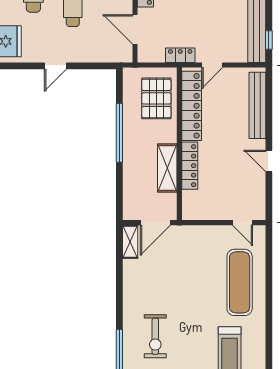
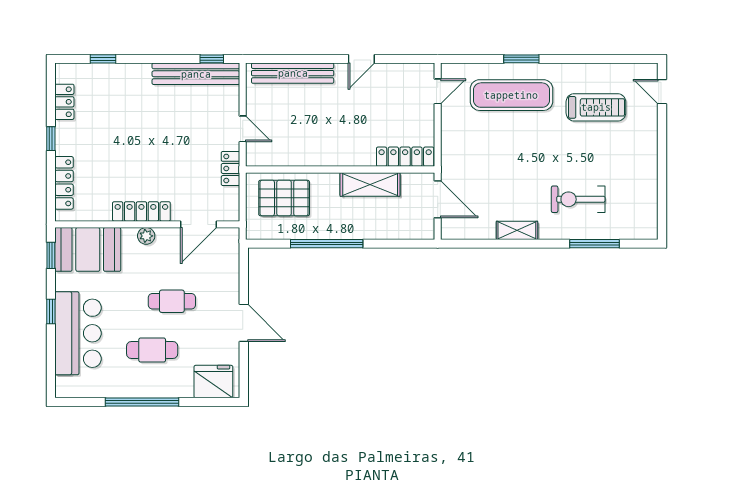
door: (55, 66) -> (244, 323), width x1.38
locker: (192, 106) -> (293, 154), removed
locker: (190, 166) -> (405, 157), moved
shelving: (130, 242) -> (517, 230), moved
window: (269, 290) -> (521, 59), added
exercise bike: (155, 336) -> (578, 199), turned 180

